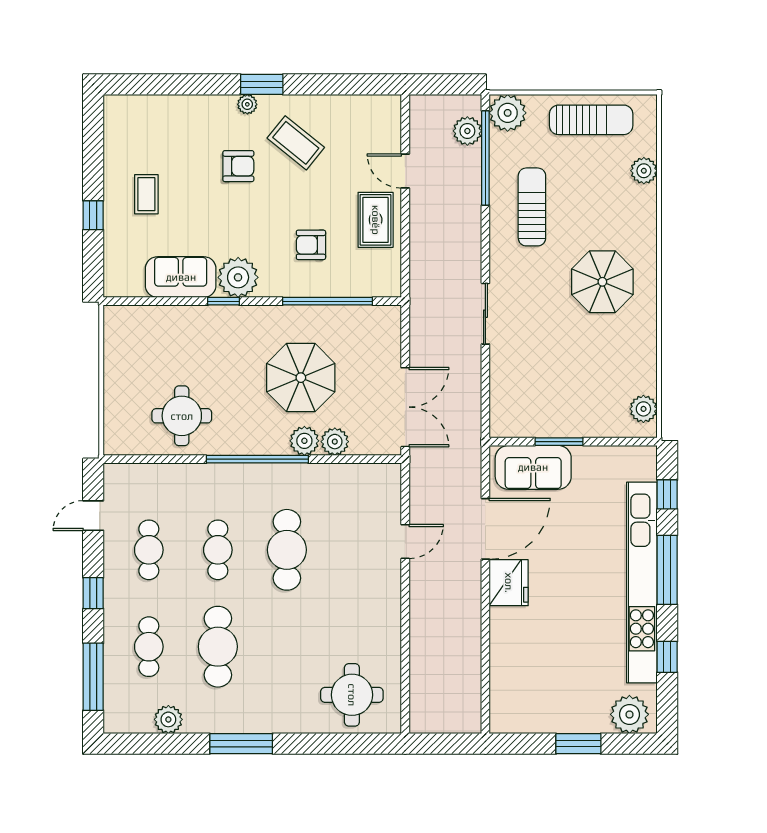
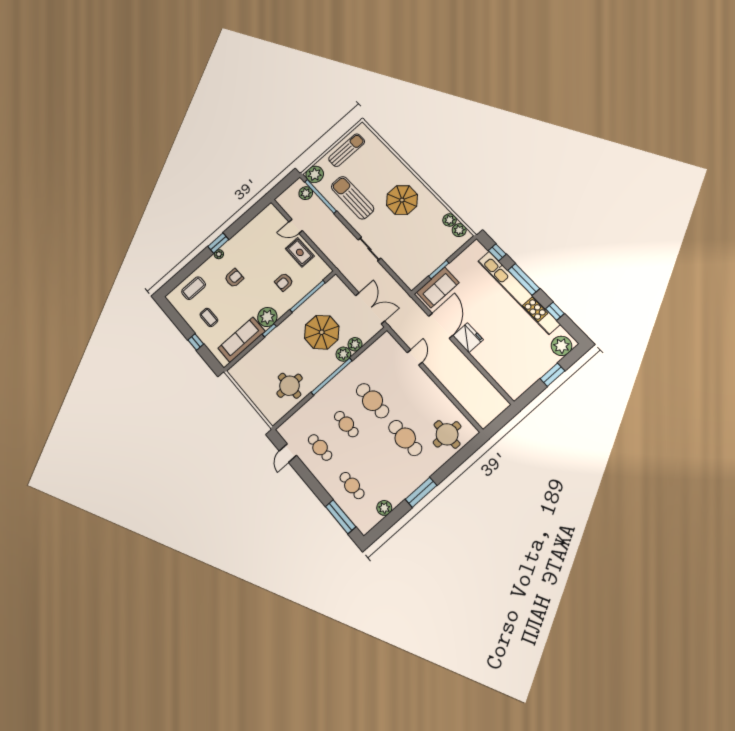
coffee table: (296, 143) -> (194, 288), moved, turned -39
plant: (644, 171) -> (450, 220), moved
sun lounger: (532, 207) -> (352, 198), width x1.36, depth x1.34
sofa: (181, 277) -> (242, 340), width x1.36
window: (93, 593) -> (313, 483), removed
cafe table: (218, 647) -> (405, 438), moved

